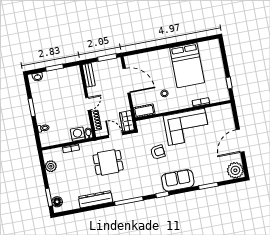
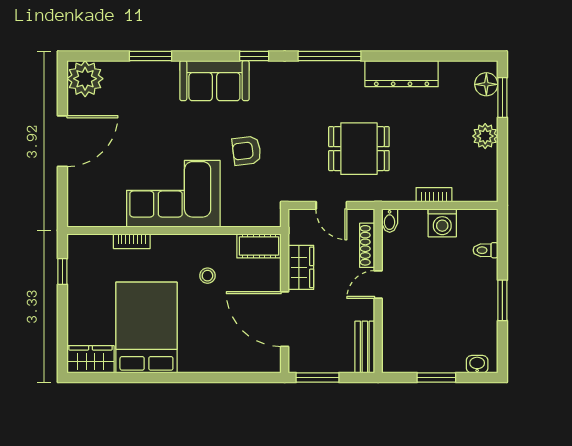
wardrobe: (209, 46) -> (90, 359), added
wardrobe: (127, 121) -> (301, 267), moved
washing machine: (78, 134) -> (442, 223), moved
plant: (51, 166) -> (485, 136), moved

